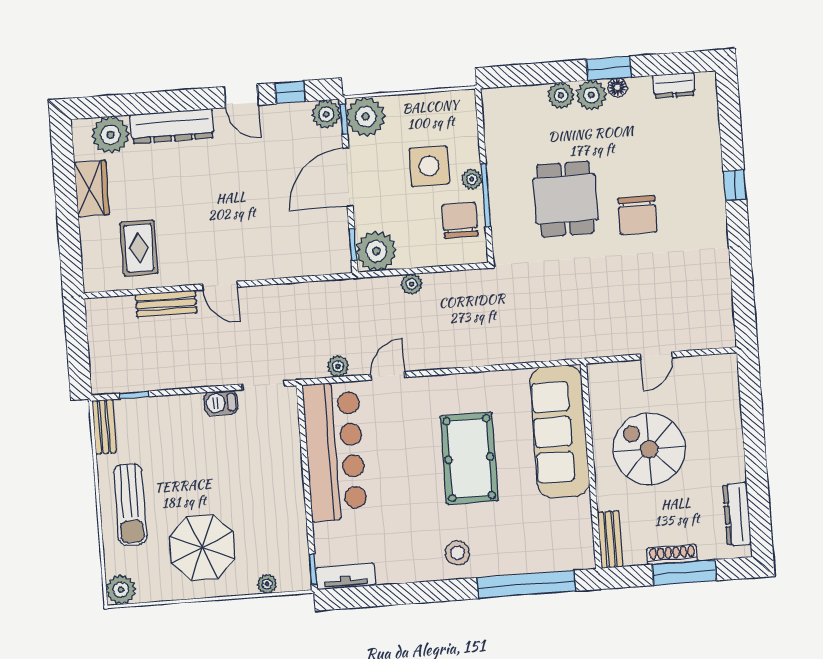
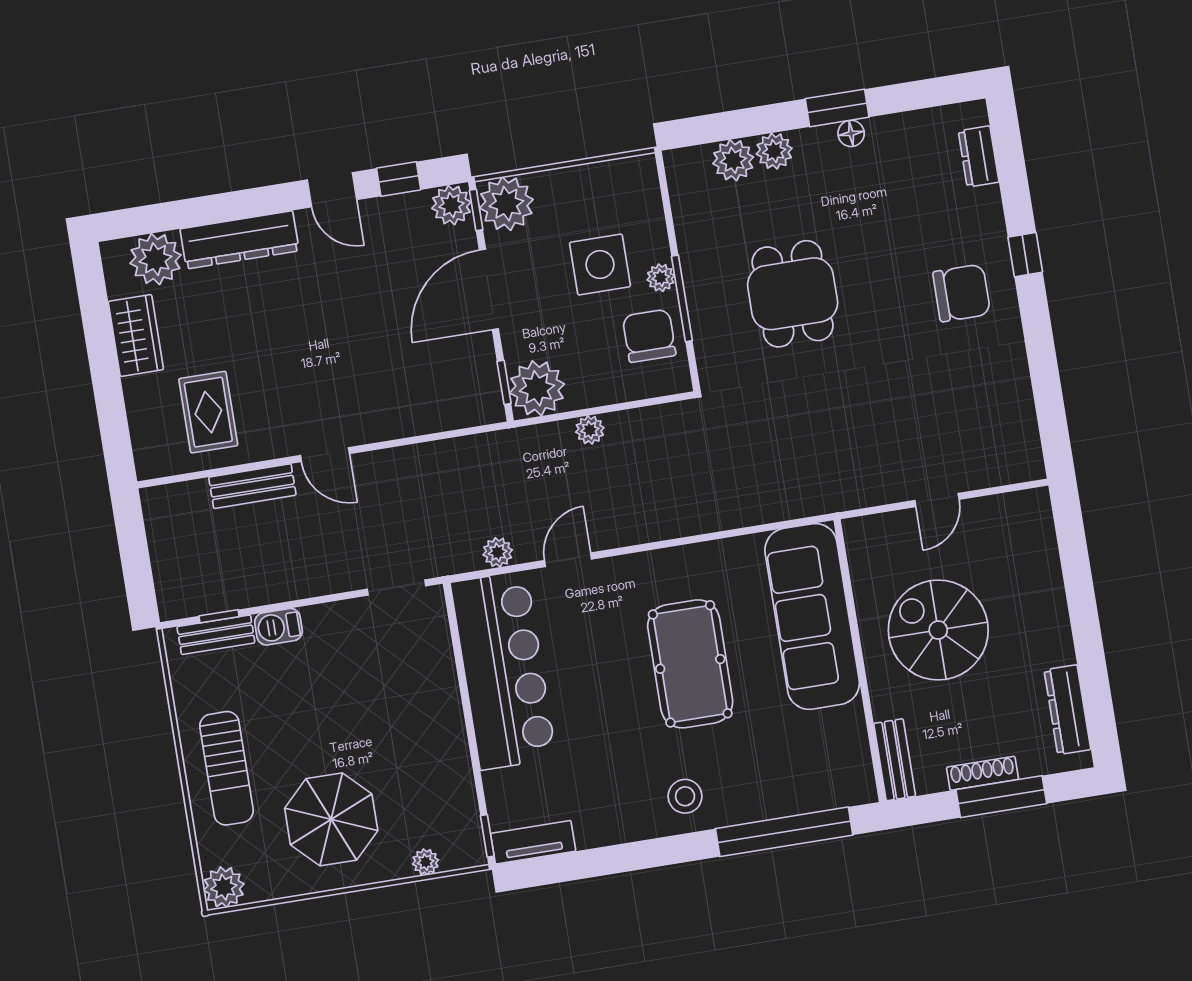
dresser: (674, 85) -> (979, 157), moved, turned 90
plant: (591, 95) -> (733, 160), moved
chair: (637, 215) -> (962, 293), moved, turned -90
barbecue: (221, 403) -> (279, 627), moved
bench: (104, 427) -> (216, 635), moved, turned 90

